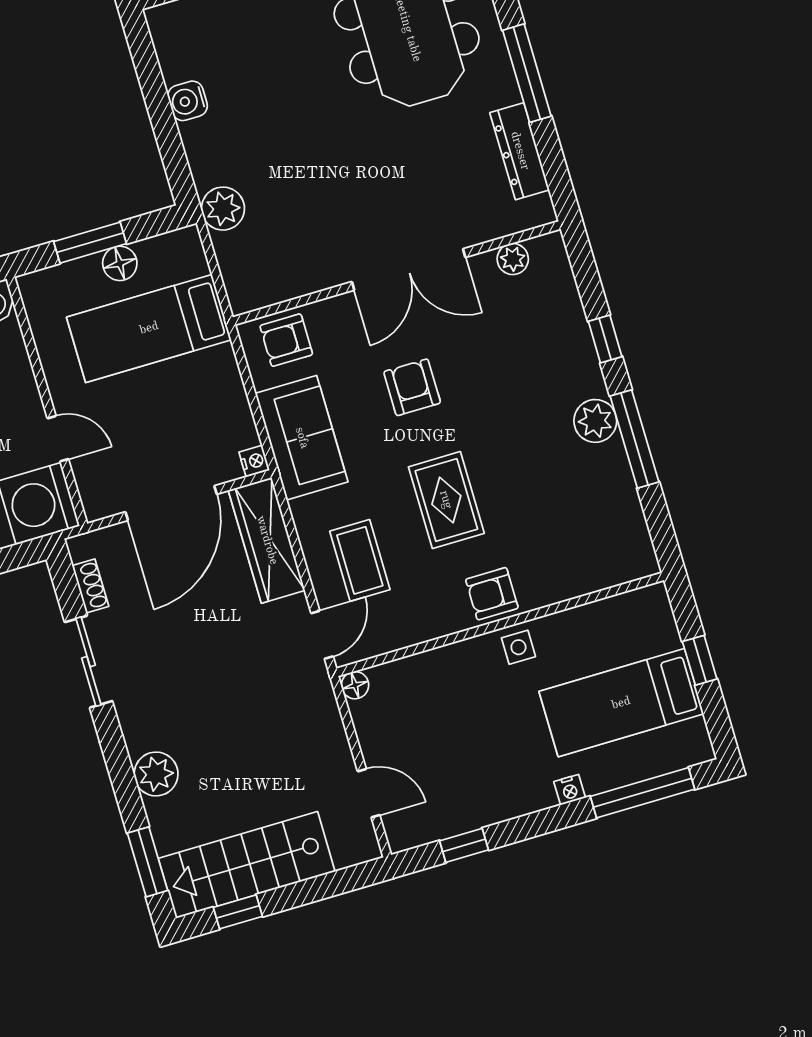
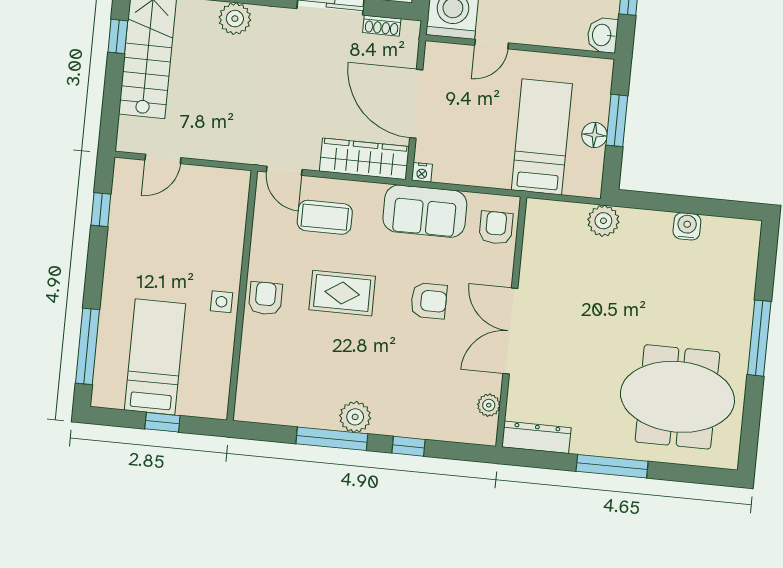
dresser: (520, 151) -> (536, 437), moved
floor lamp: (355, 685) -> (241, 179), removed
nightstand: (570, 790) -> (110, 297), removed

